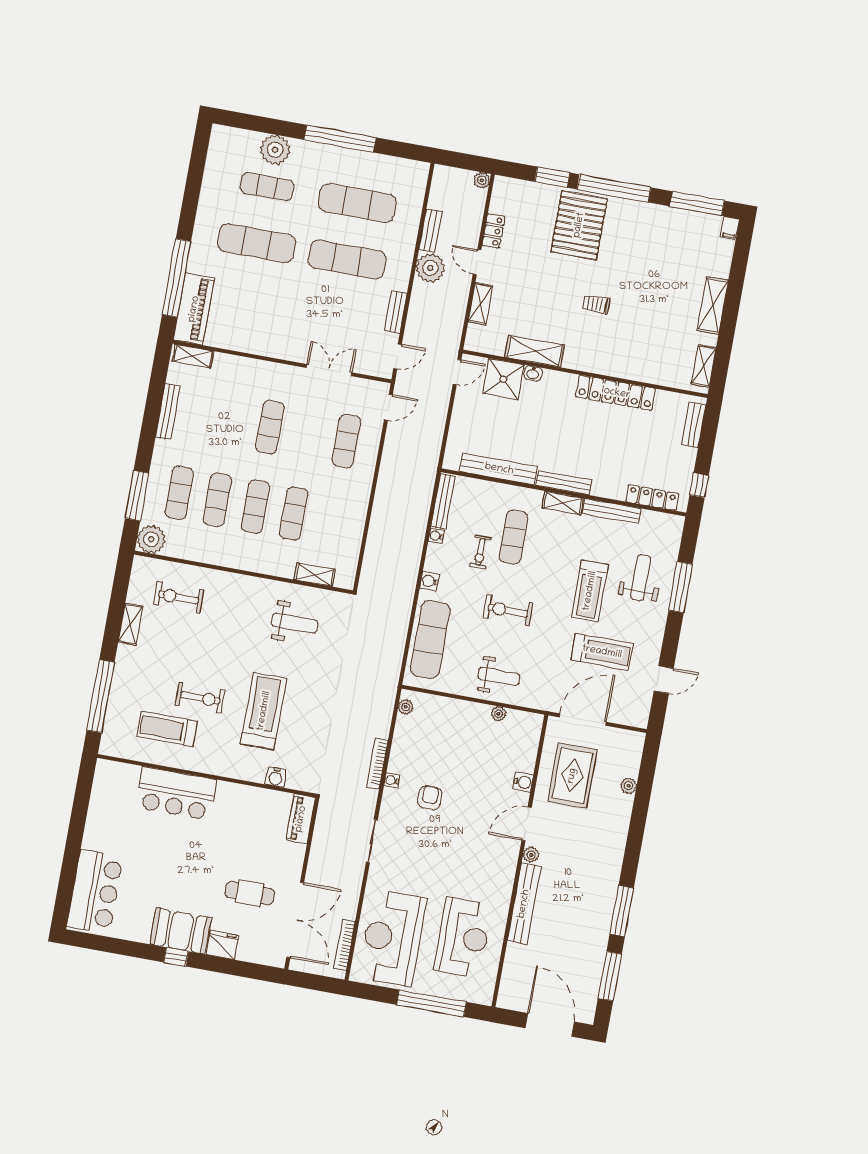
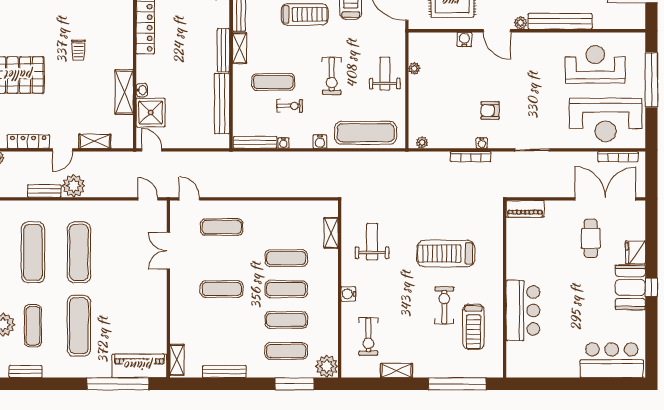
locker: (493, 231) -> (28, 141), width x1.53
bench: (396, 312) -> (26, 372), moved
water cooler: (276, 777) -> (348, 294), moved, turned 180

